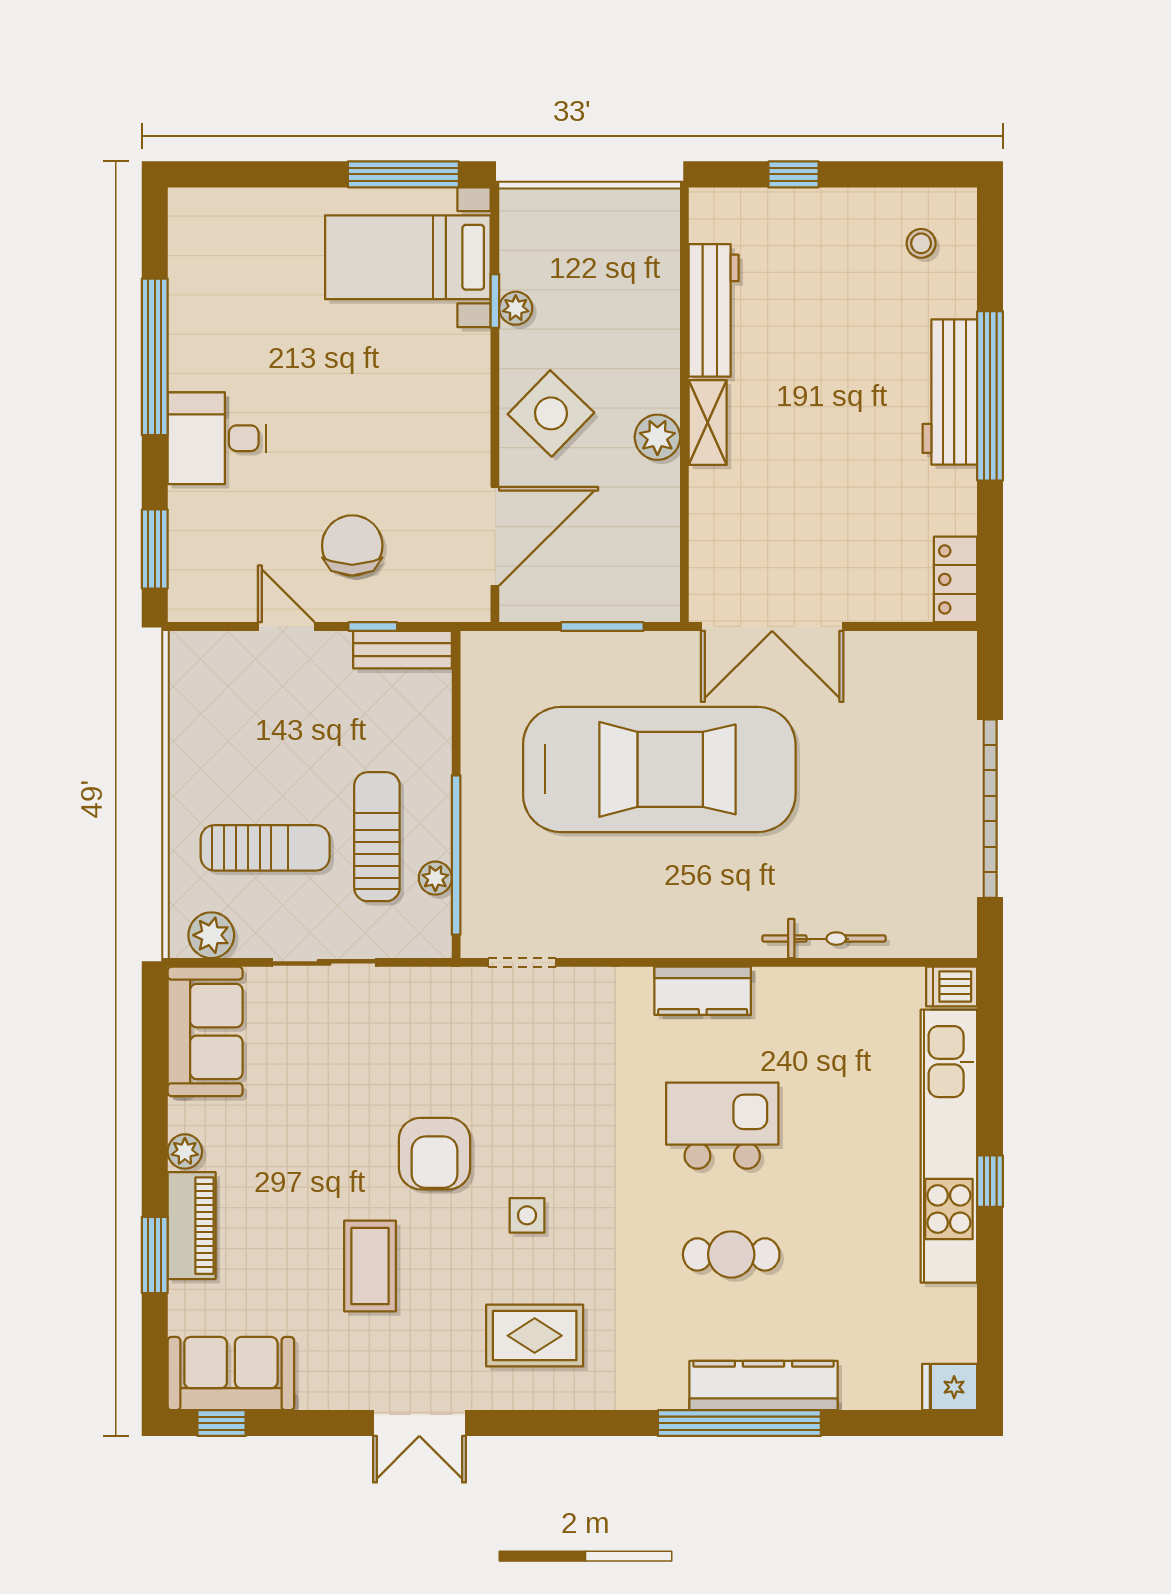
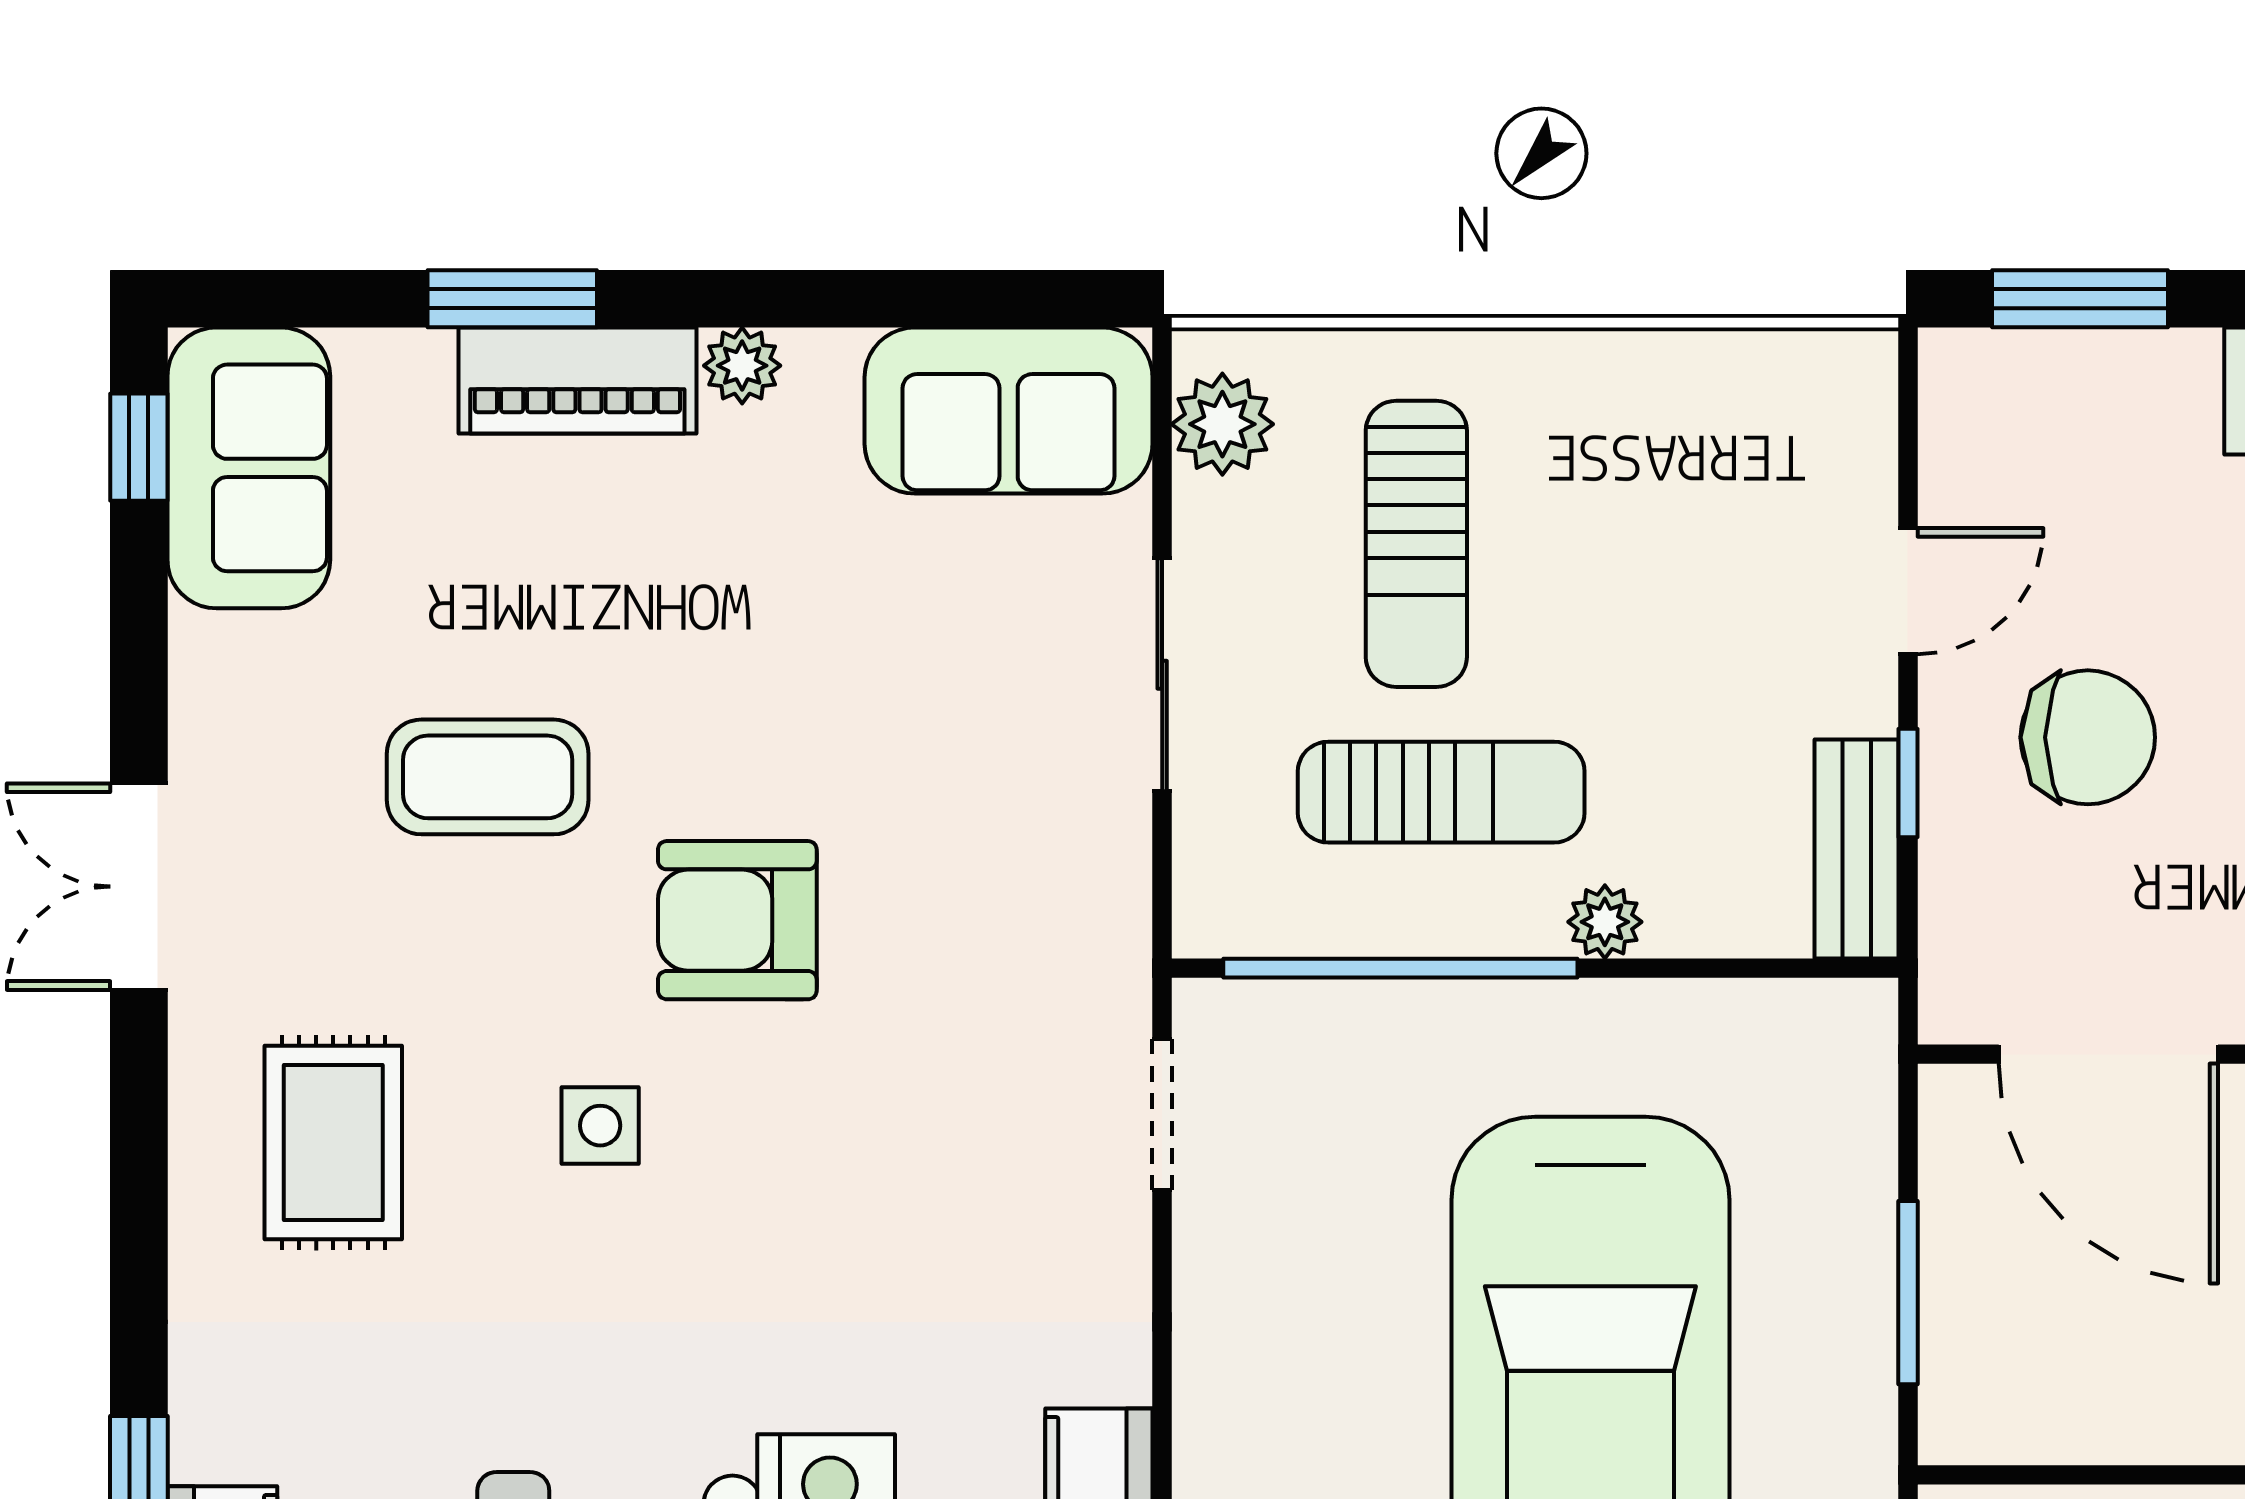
plant: (435, 878) -> (1605, 922), moved

